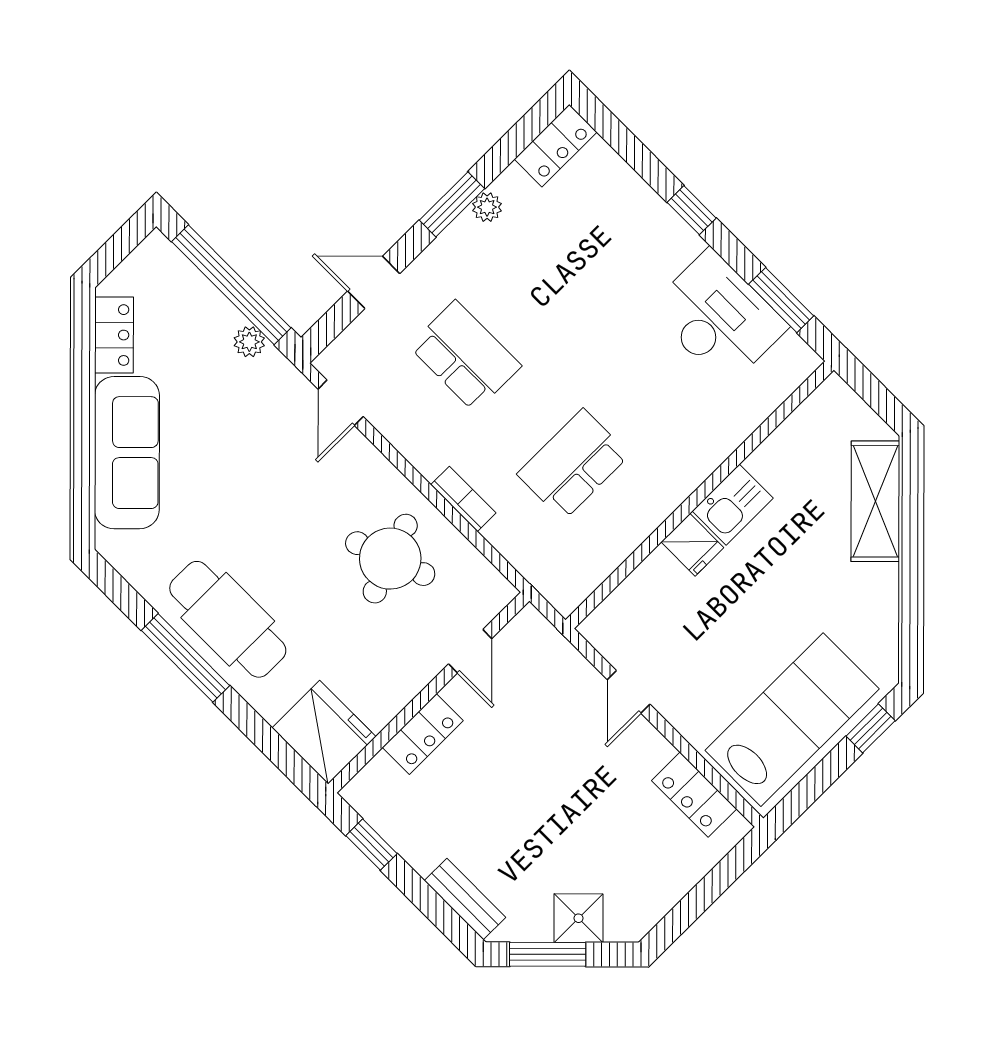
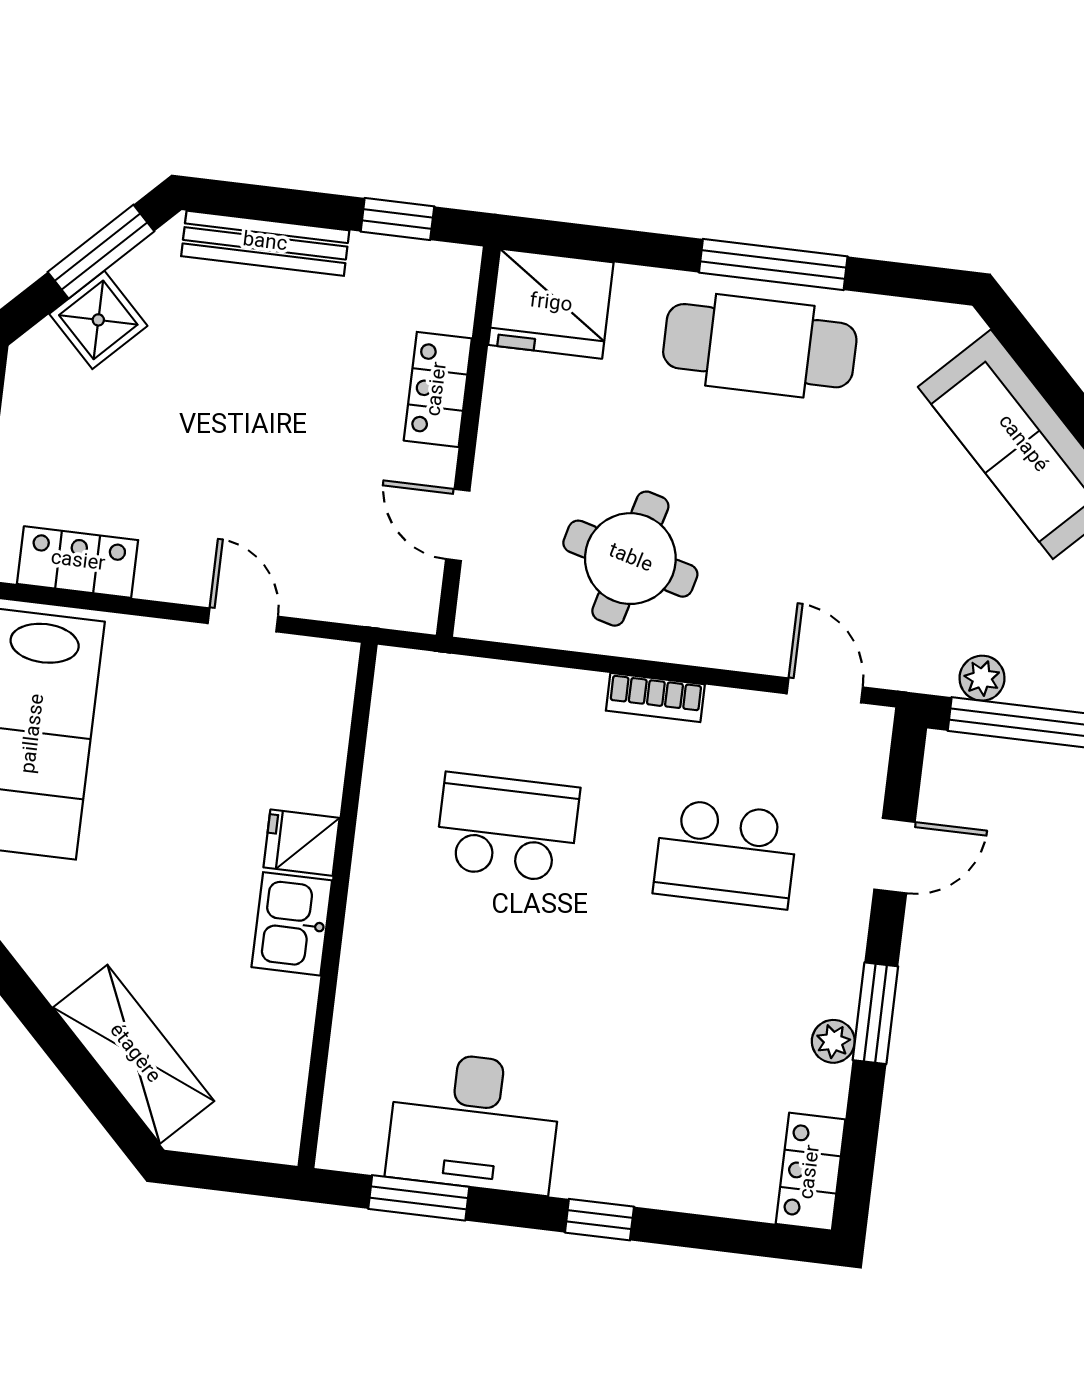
school desk: (573, 465) -> (507, 827), turned -90
bookcase: (463, 499) -> (655, 698), moved
round table: (390, 559) -> (630, 559), turned 35
bench: (465, 899) -> (265, 243), width x1.36

